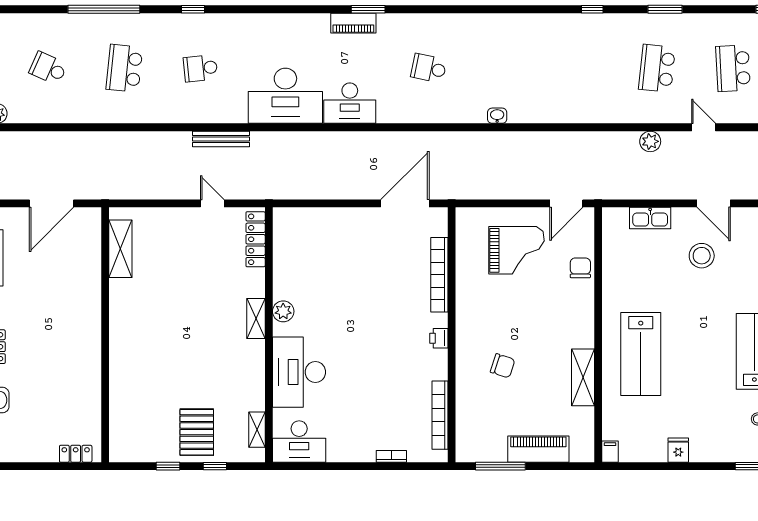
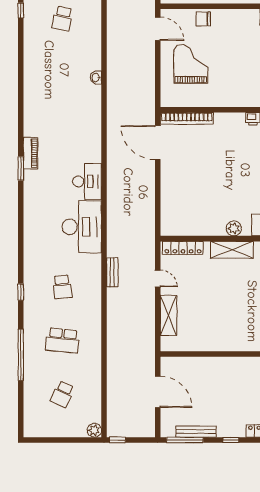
piano: (353, 23) -> (31, 153), moved
school desk: (429, 68) -> (62, 19), moved
bench: (221, 139) -> (112, 272), width x0.73
door: (212, 203) -> (158, 278), swing flipped
shelving: (120, 249) -> (169, 315), moved, turned 90
bookcase: (439, 275) -> (187, 118), moved
shelving: (256, 318) -> (232, 250), width x1.50, depth x1.33

